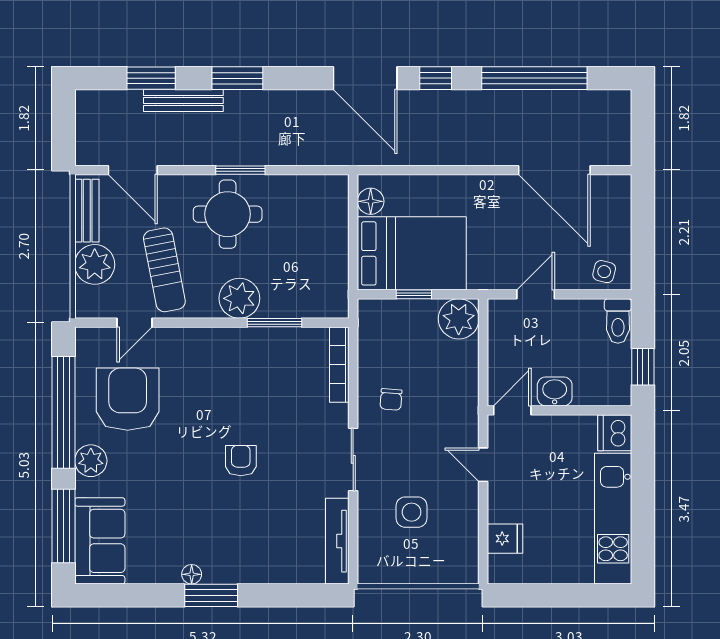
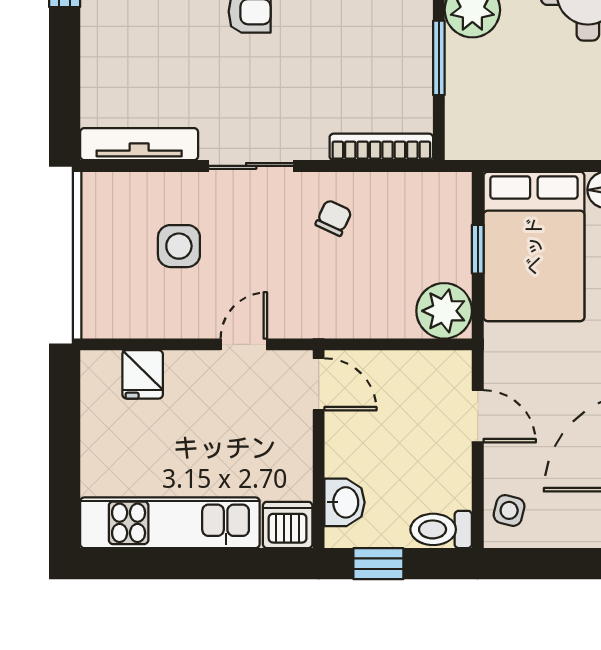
washbasin: (555, 391) -> (345, 502), moved
chair: (391, 399) -> (334, 218), turned 111

